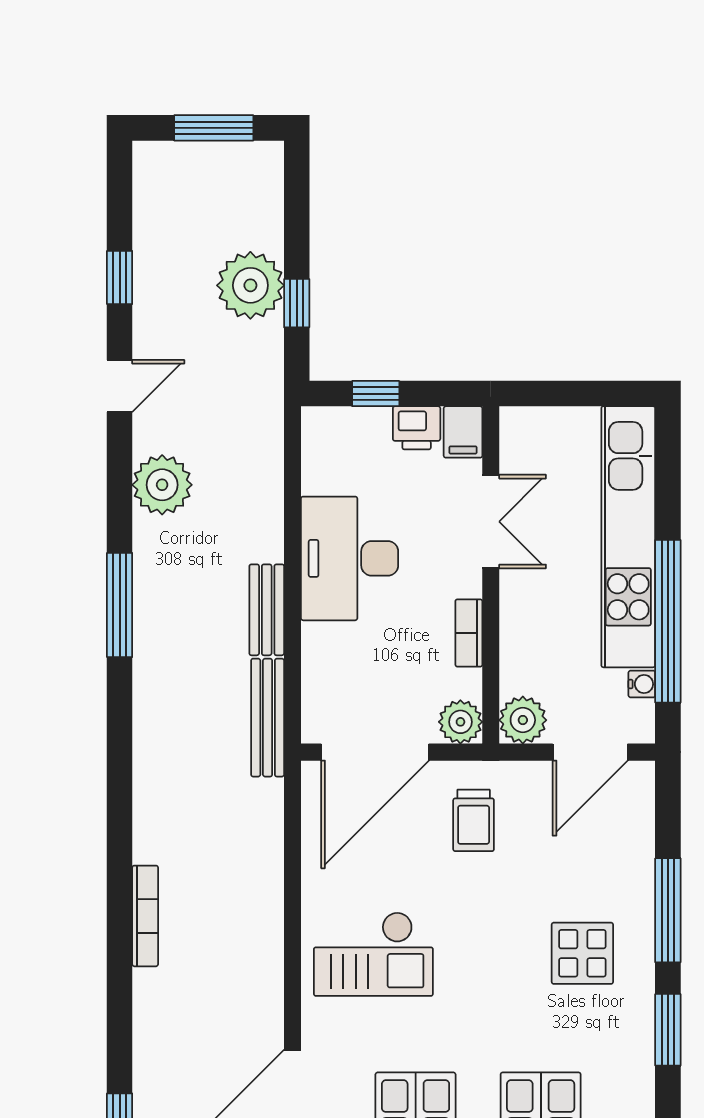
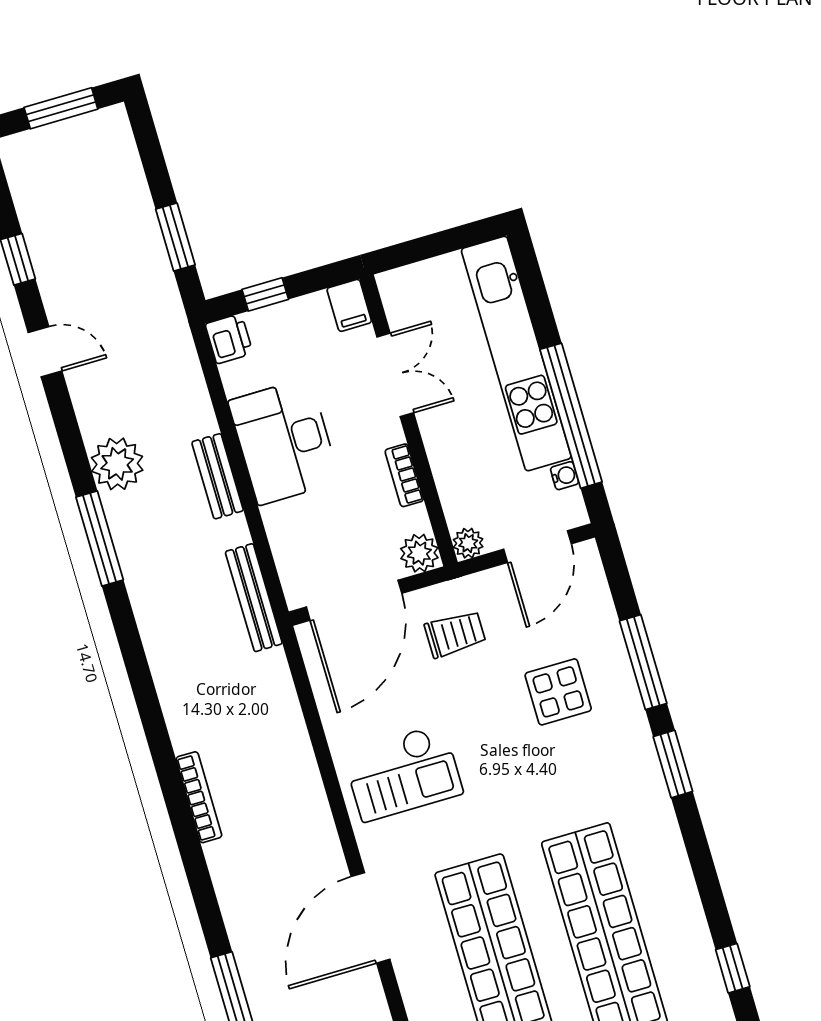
plant: (250, 285) -> (131, 233), removed
window: (297, 303) -> (175, 237), width x1.50
door: (120, 386) -> (45, 352), hinge flipped
printer: (417, 428) -> (229, 339), moved, turned -90
plant: (162, 485) -> (117, 464), moved
bench: (267, 610) -> (218, 476), moved
plant: (523, 720) -> (468, 543), width x0.73, depth x0.73
trolley: (474, 820) -> (455, 634), turned -90
display table: (582, 953) -> (558, 692), moved

